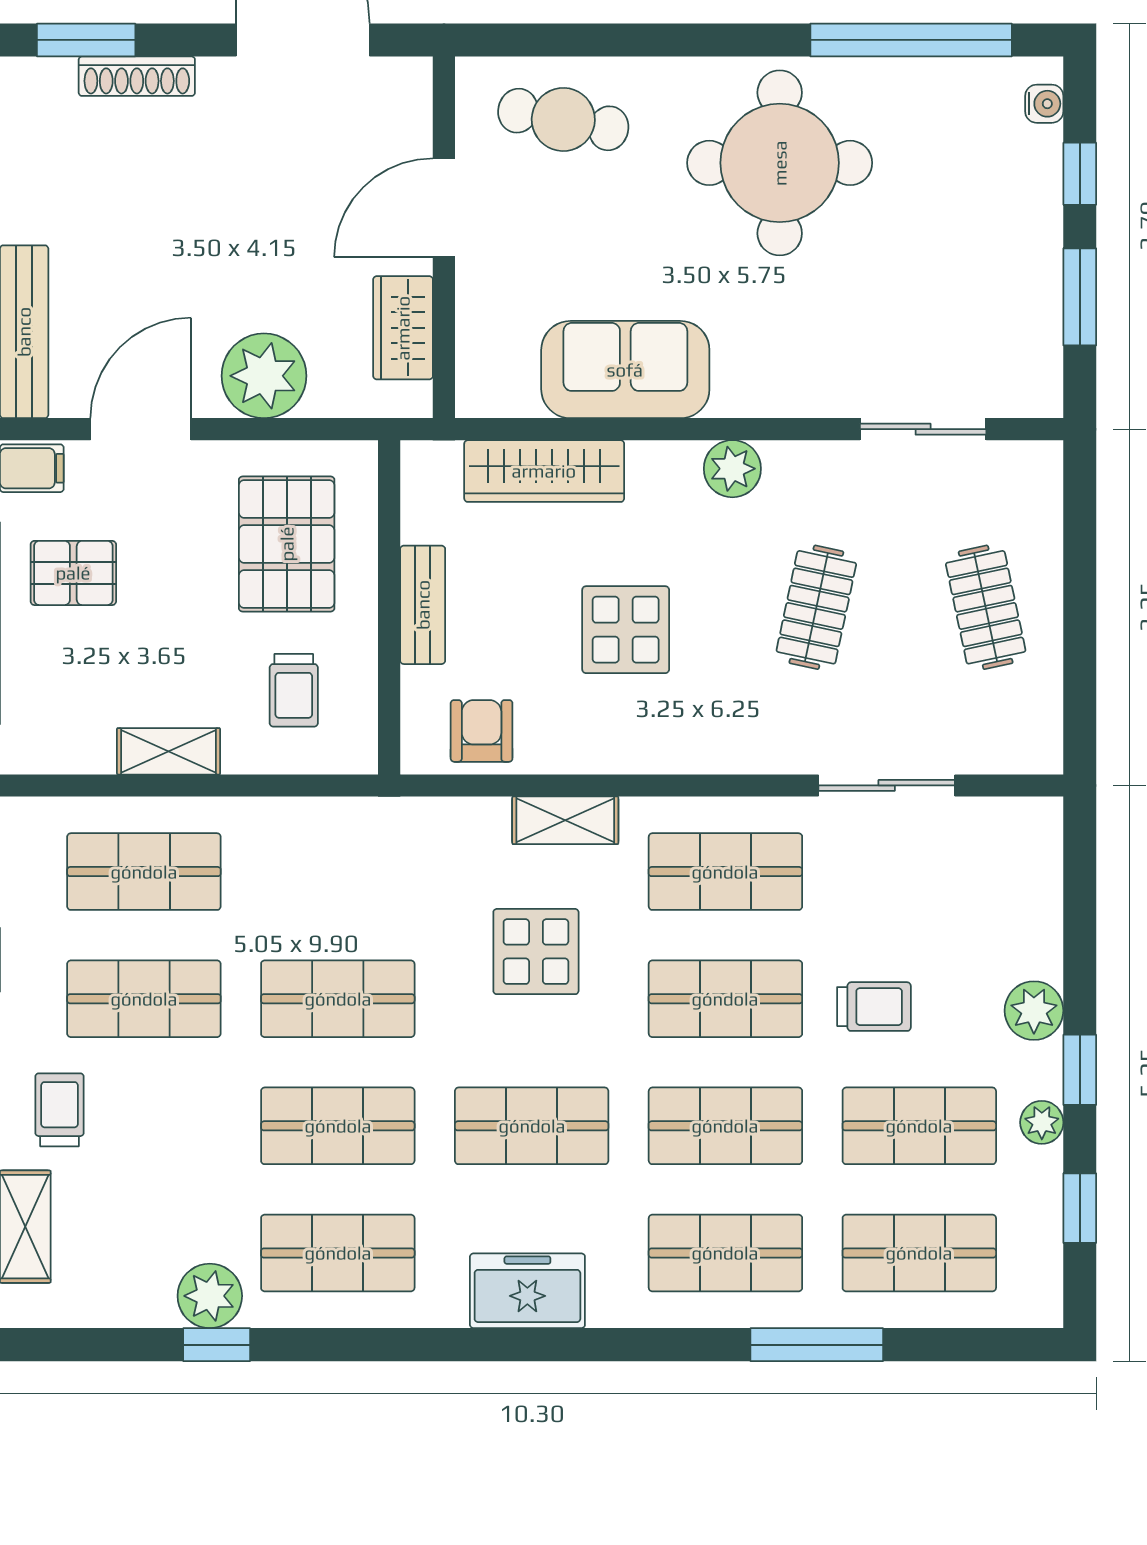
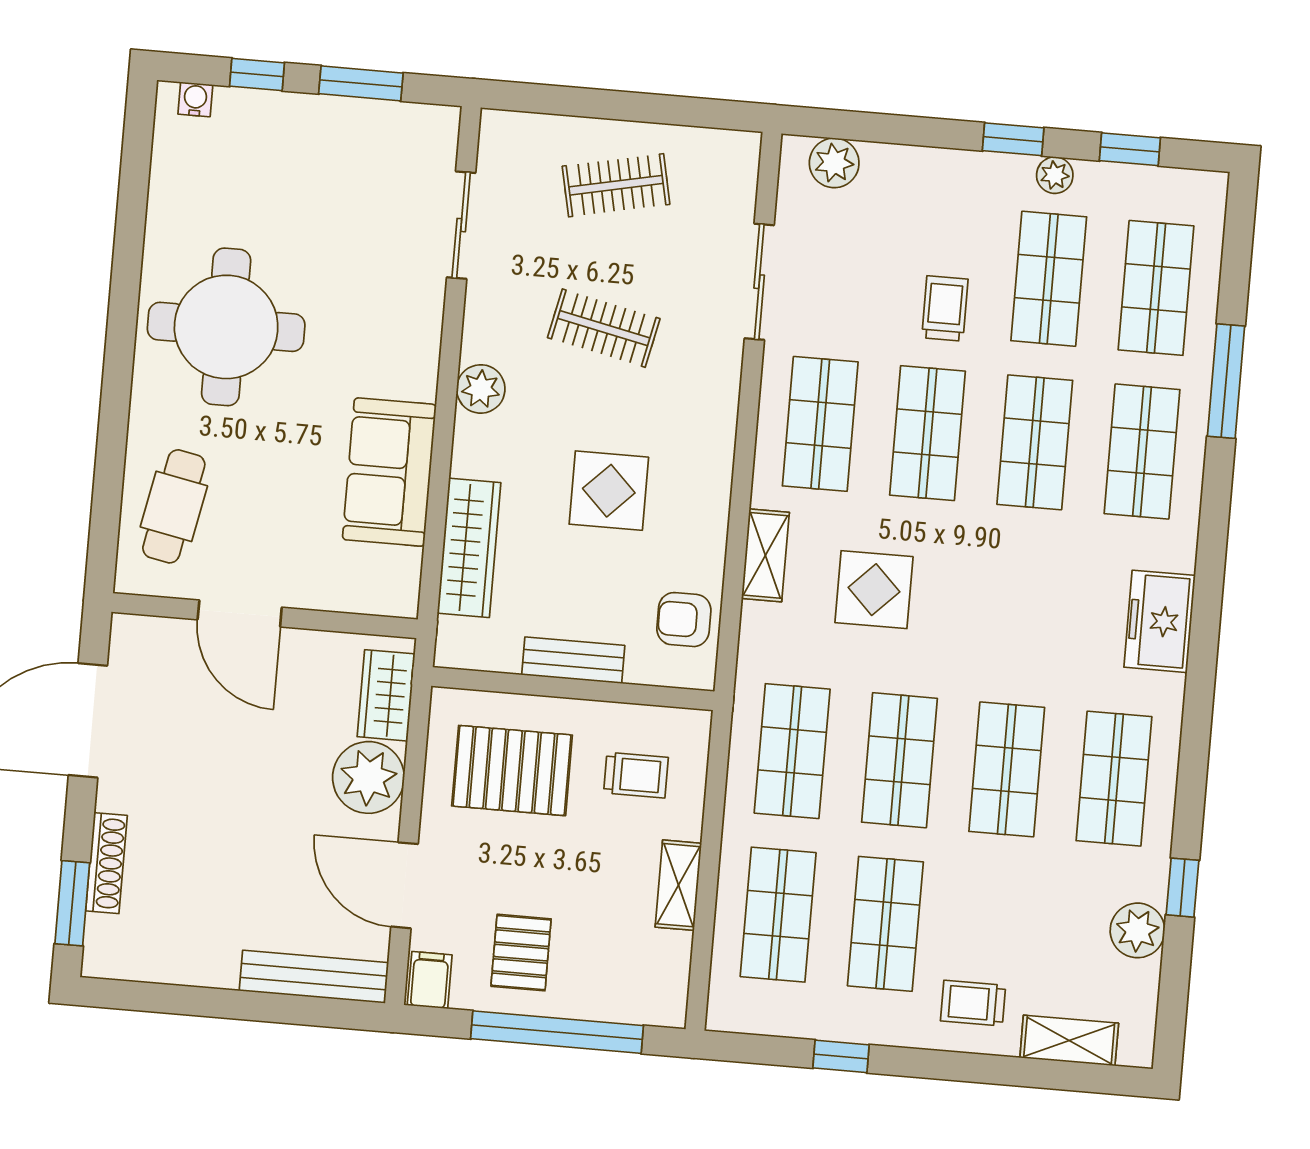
window: (911, 40) -> (132, 207), removed
wardrobe: (403, 328) -> (386, 695), moved, turned 90
plant: (1034, 1011) -> (834, 163), moved
shop shelf: (532, 1126) -> (792, 751), moved
plant: (210, 1296) -> (1137, 930), moved

